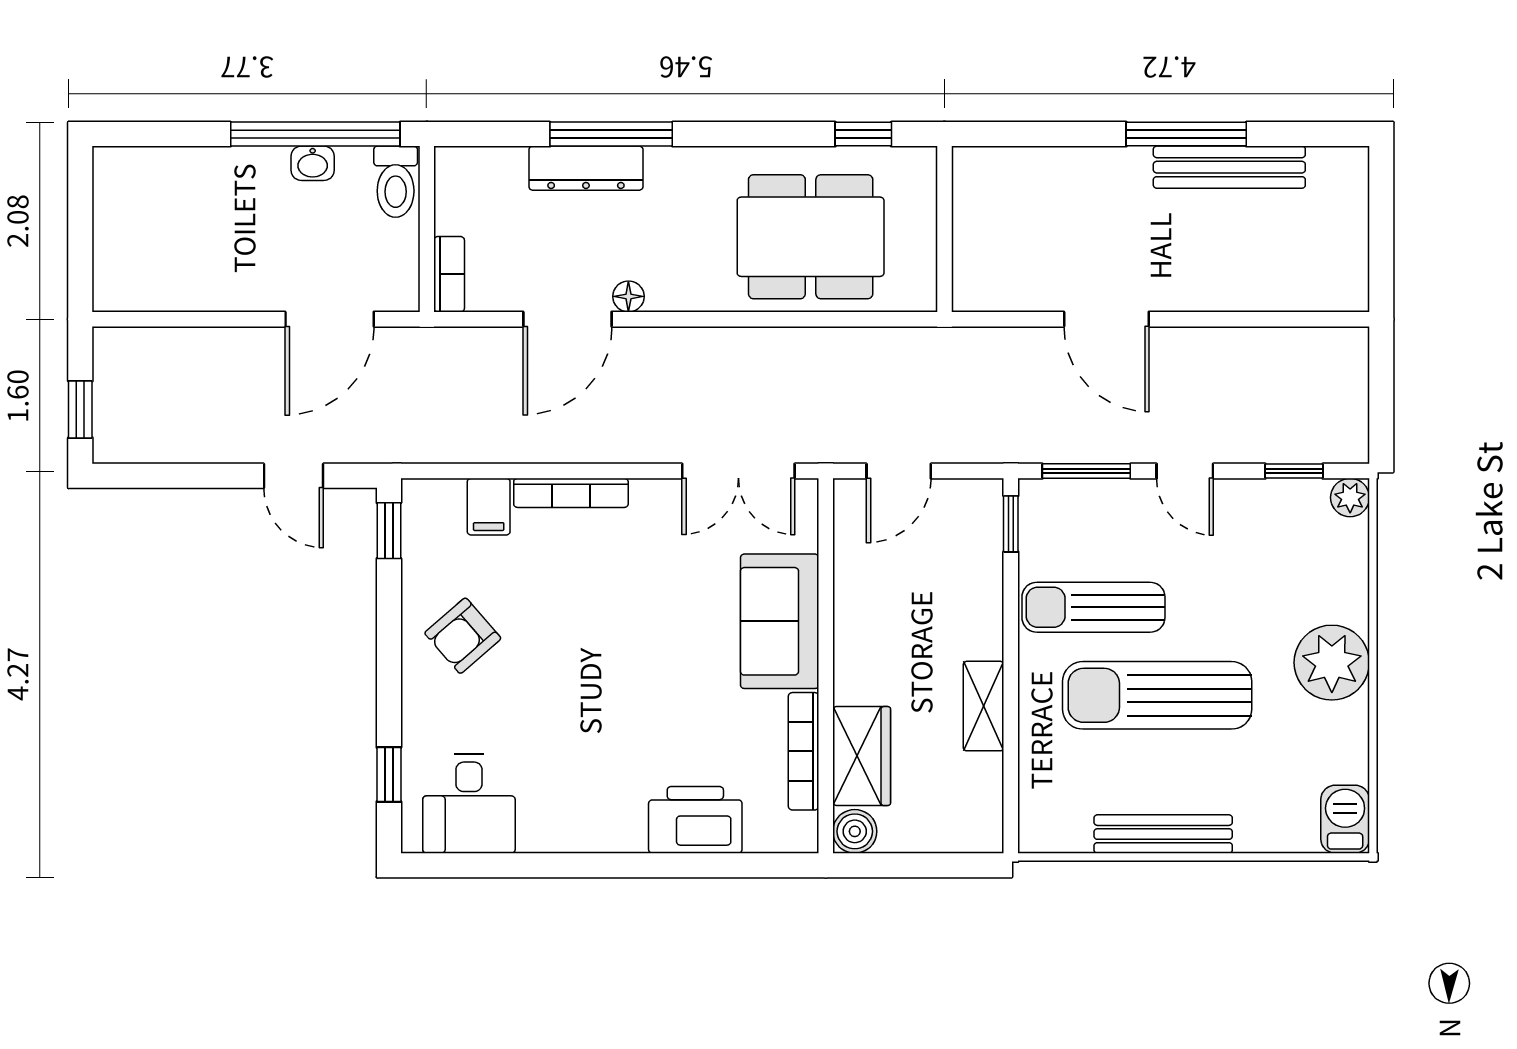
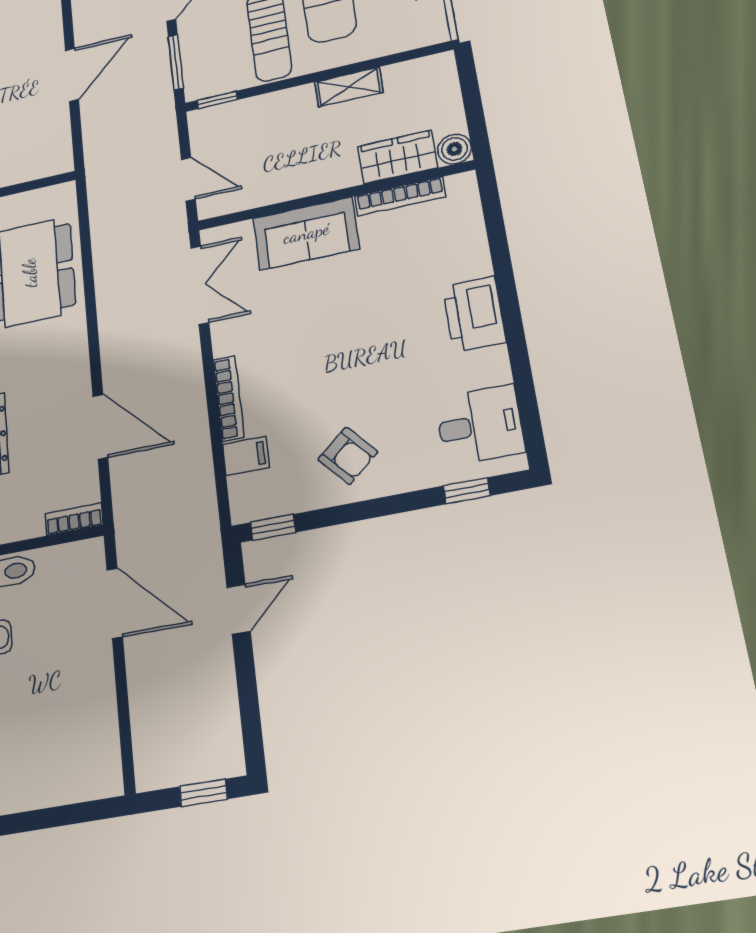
floor lamp: (628, 296) -> (81, 387), removed
printer: (695, 820) -> (474, 314), moved

